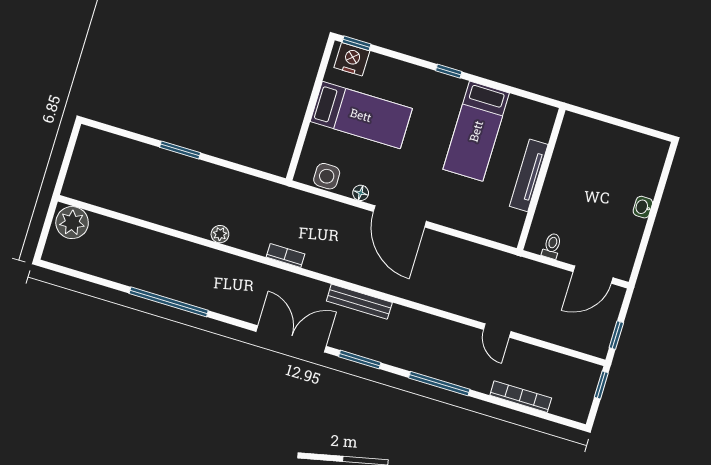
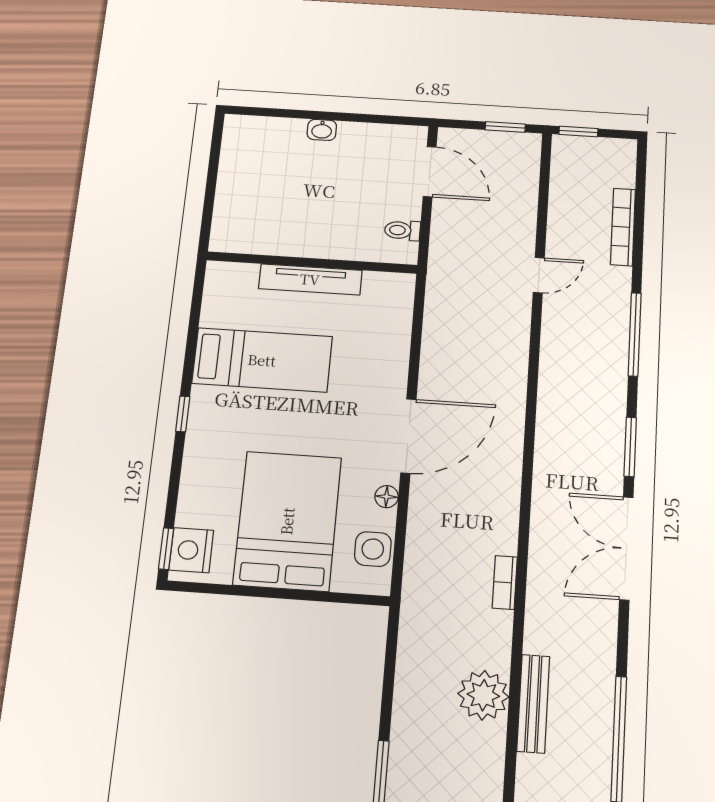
bed: (361, 115) -> (287, 521), width x1.50
plant: (220, 234) -> (483, 695), width x1.88, depth x1.88
bench: (359, 302) -> (533, 704), moved

